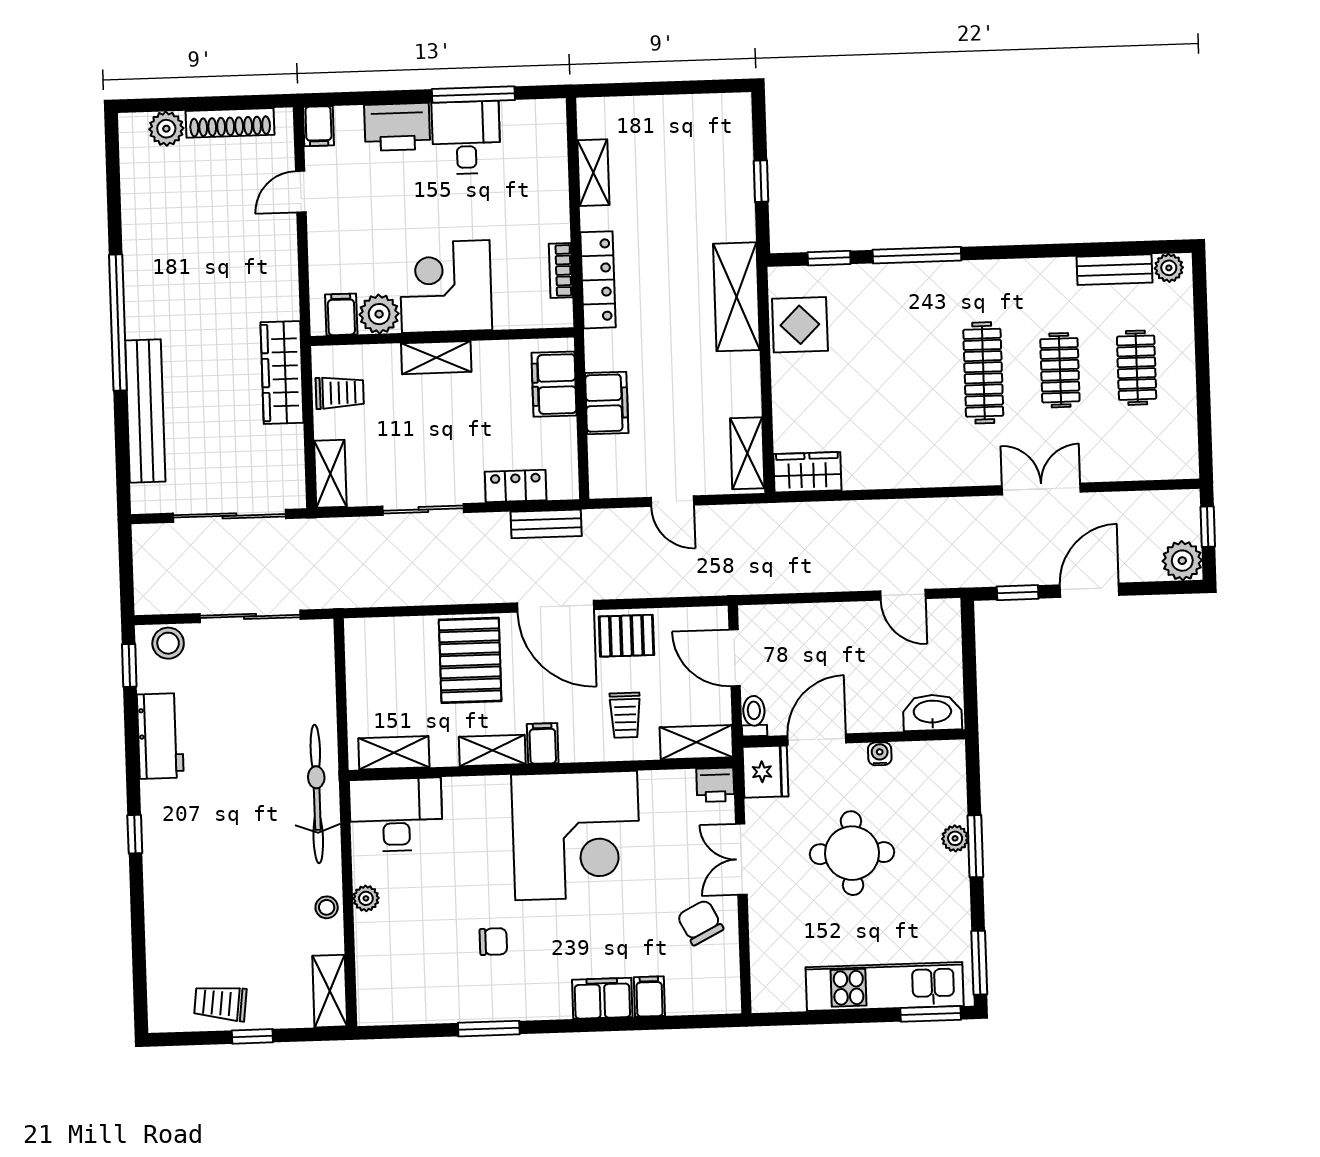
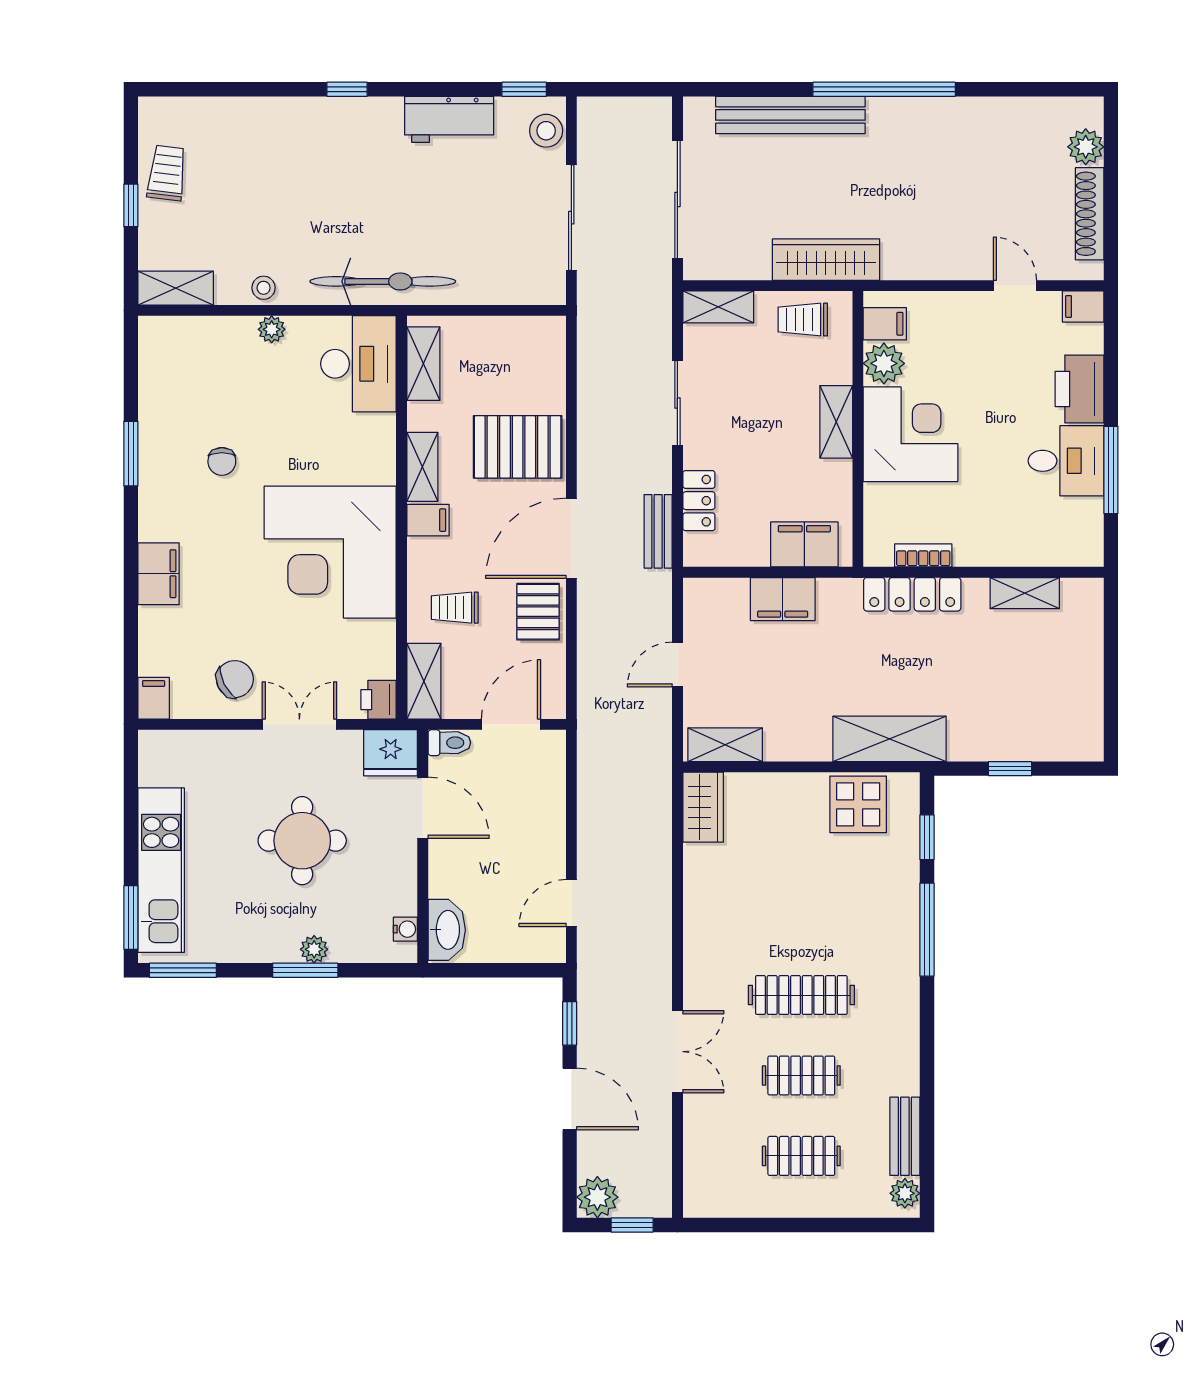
trolley: (340, 393) -> (803, 320), turned 90
water cooler: (880, 754) -> (405, 929), moved
filing cabinet: (649, 997) -> (154, 698), moved, turned -90

